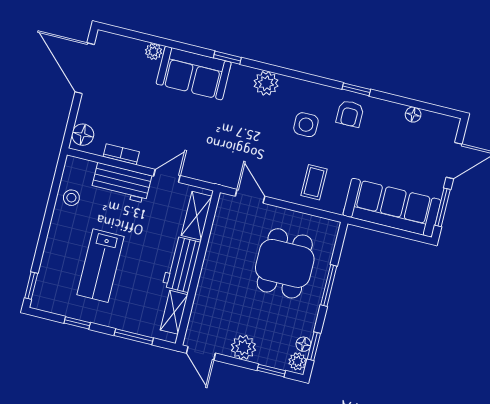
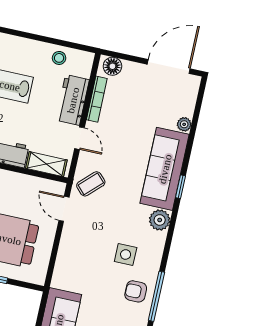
sofa: (194, 73) -> (165, 169), width x1.36
window: (356, 89) -> (156, 296), width x2.17
bookcase: (121, 154) -> (97, 99), width x1.56
coffee table: (314, 182) -> (91, 184), moved, turned -44
door: (250, 196) -> (64, 209), swing flipped

